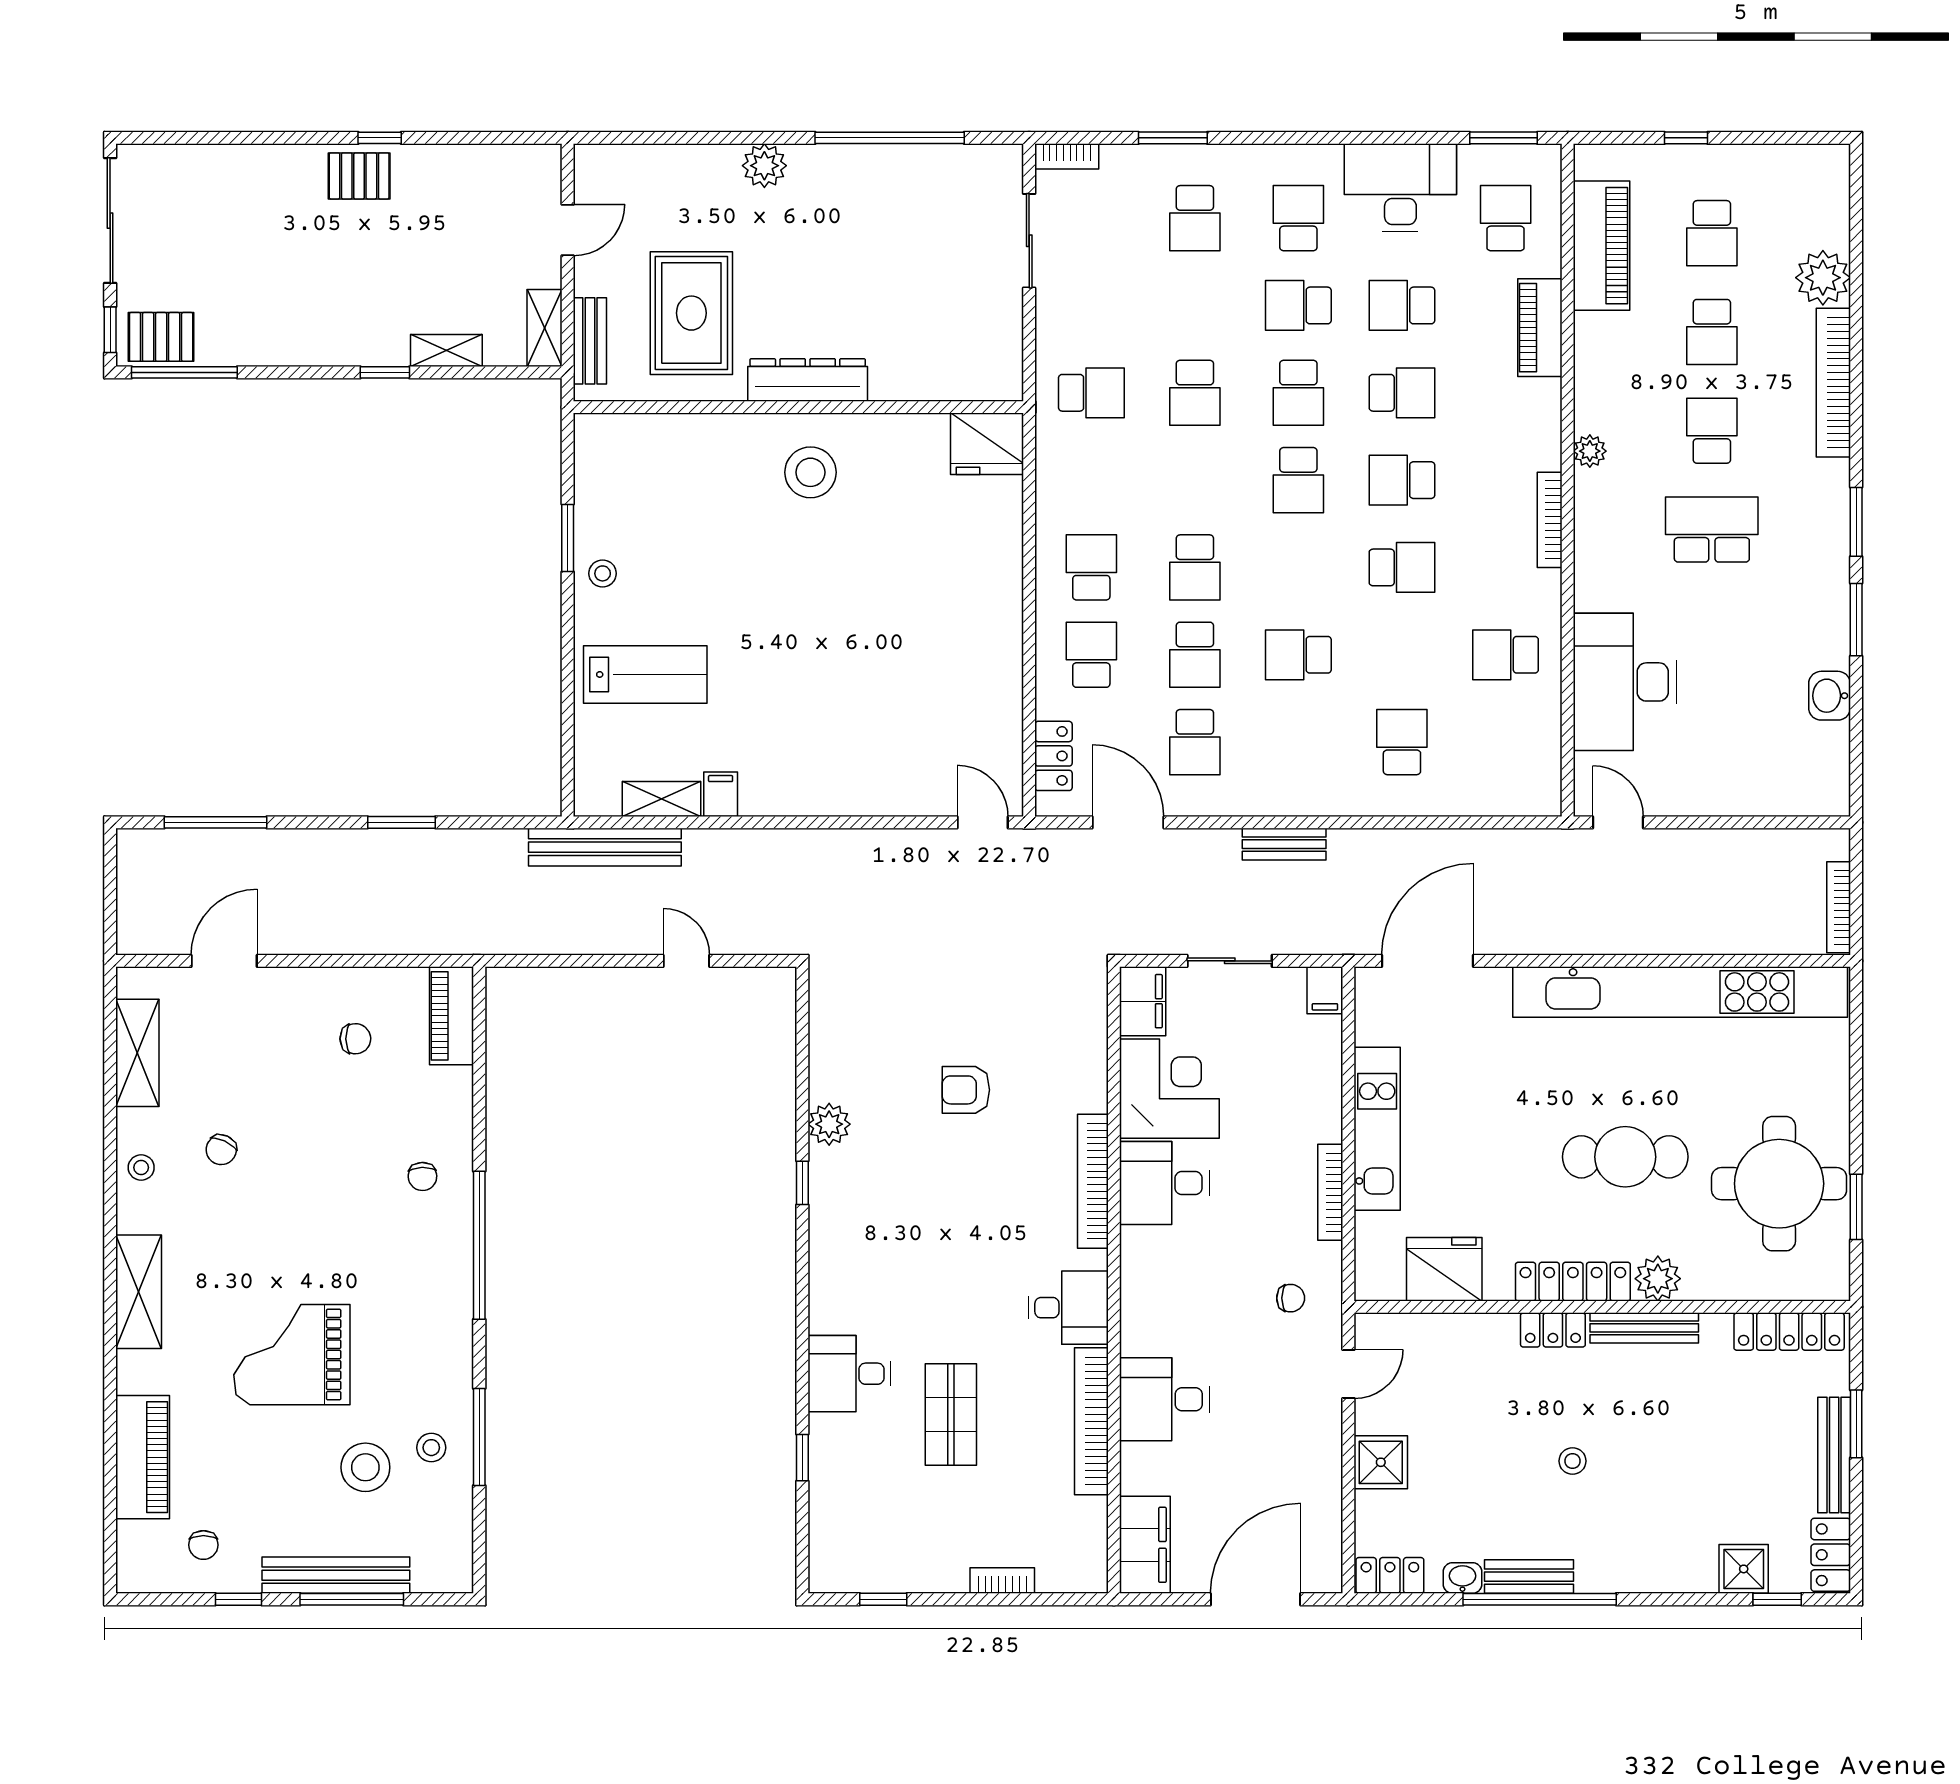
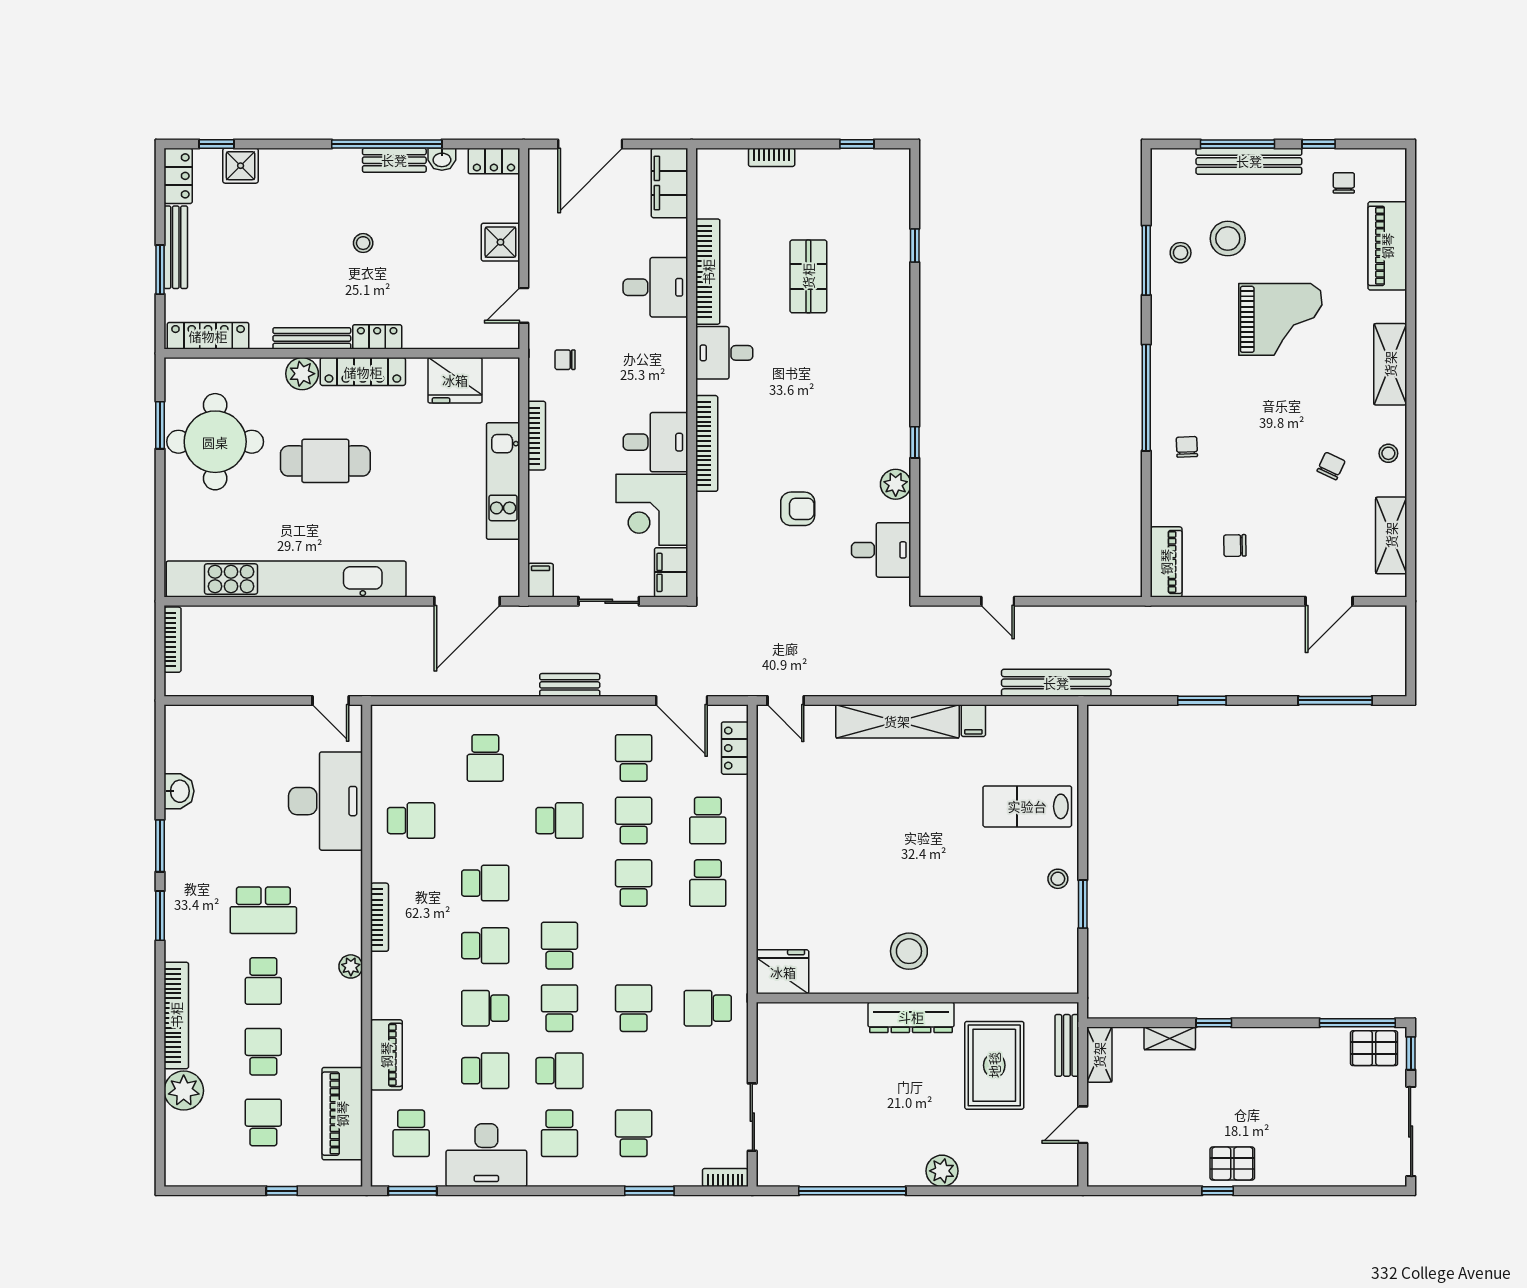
school desk: (1402, 567) -> (485, 883), turned 180
shelving: (662, 799) -> (897, 721), moved, width x2.20, depth x1.33
desk: (849, 1374) -> (881, 550), moved

